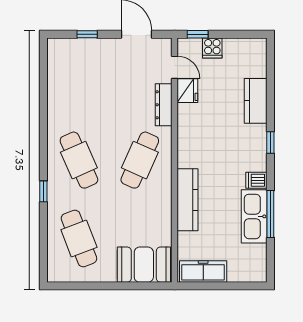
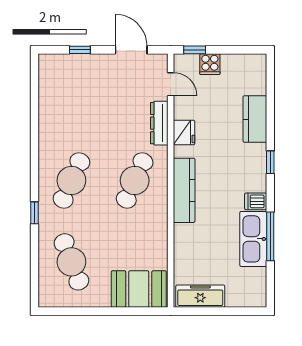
fridge: (187, 91) -> (184, 133), moved
cafe table: (79, 160) -> (71, 181), turned 48
kitchen counter: (187, 200) -> (184, 190), moved

